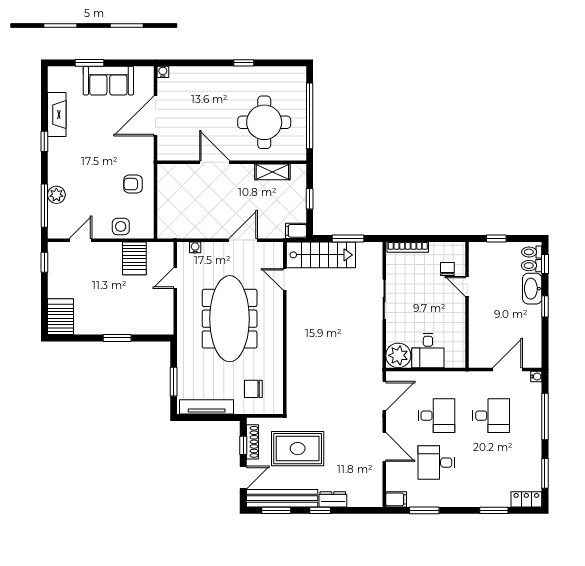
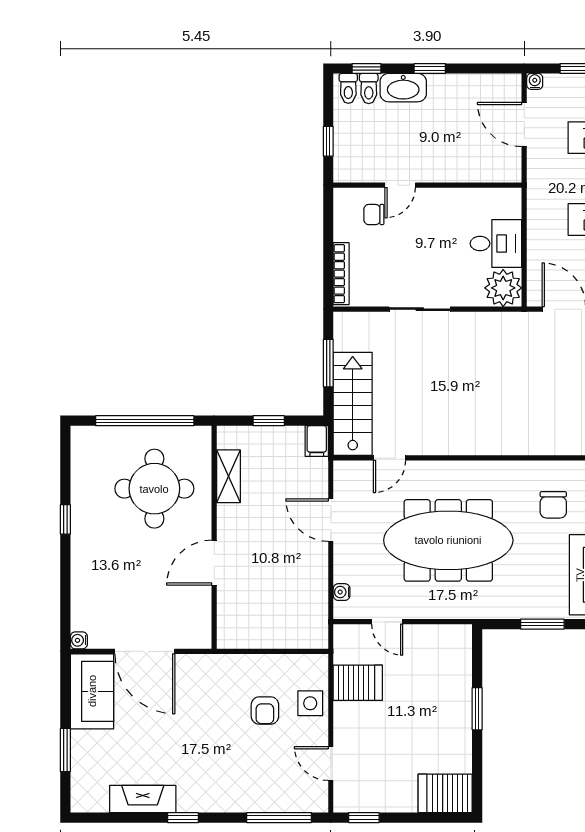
sofa: (108, 81) -> (92, 691), moved
armchair: (133, 184) -> (265, 711), moved
plant: (56, 195) -> (263, 800), removed

